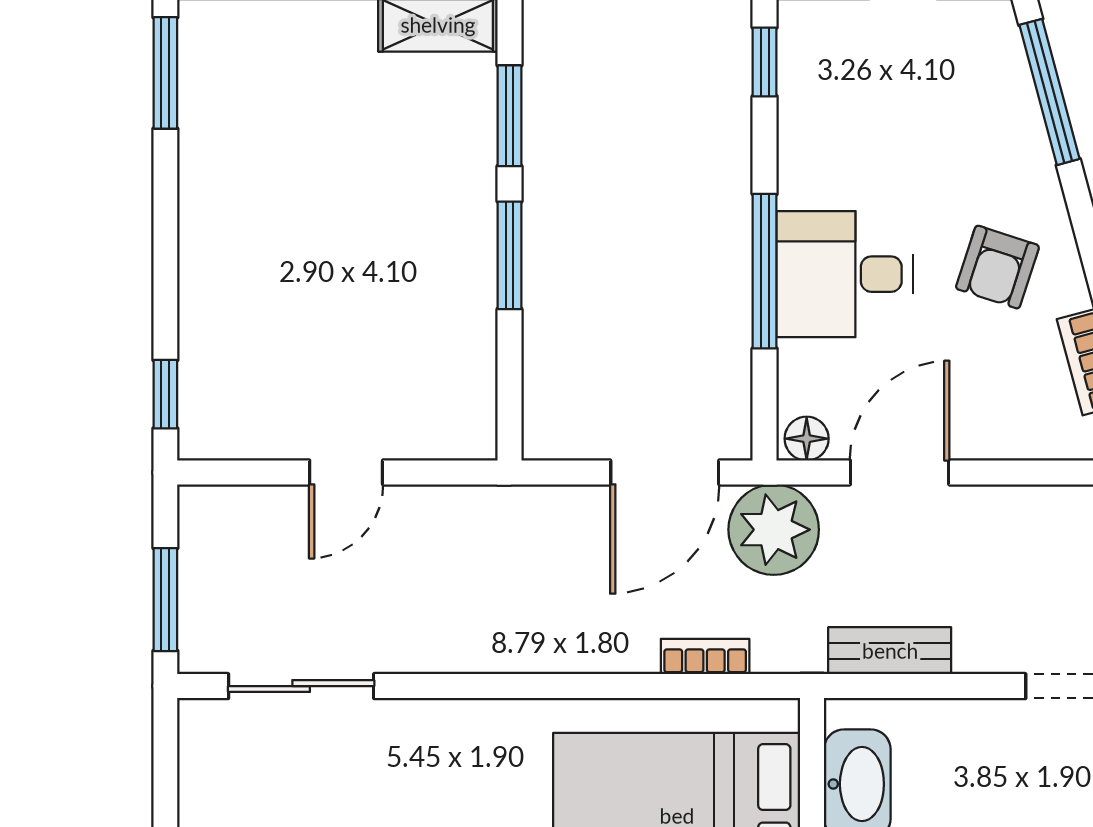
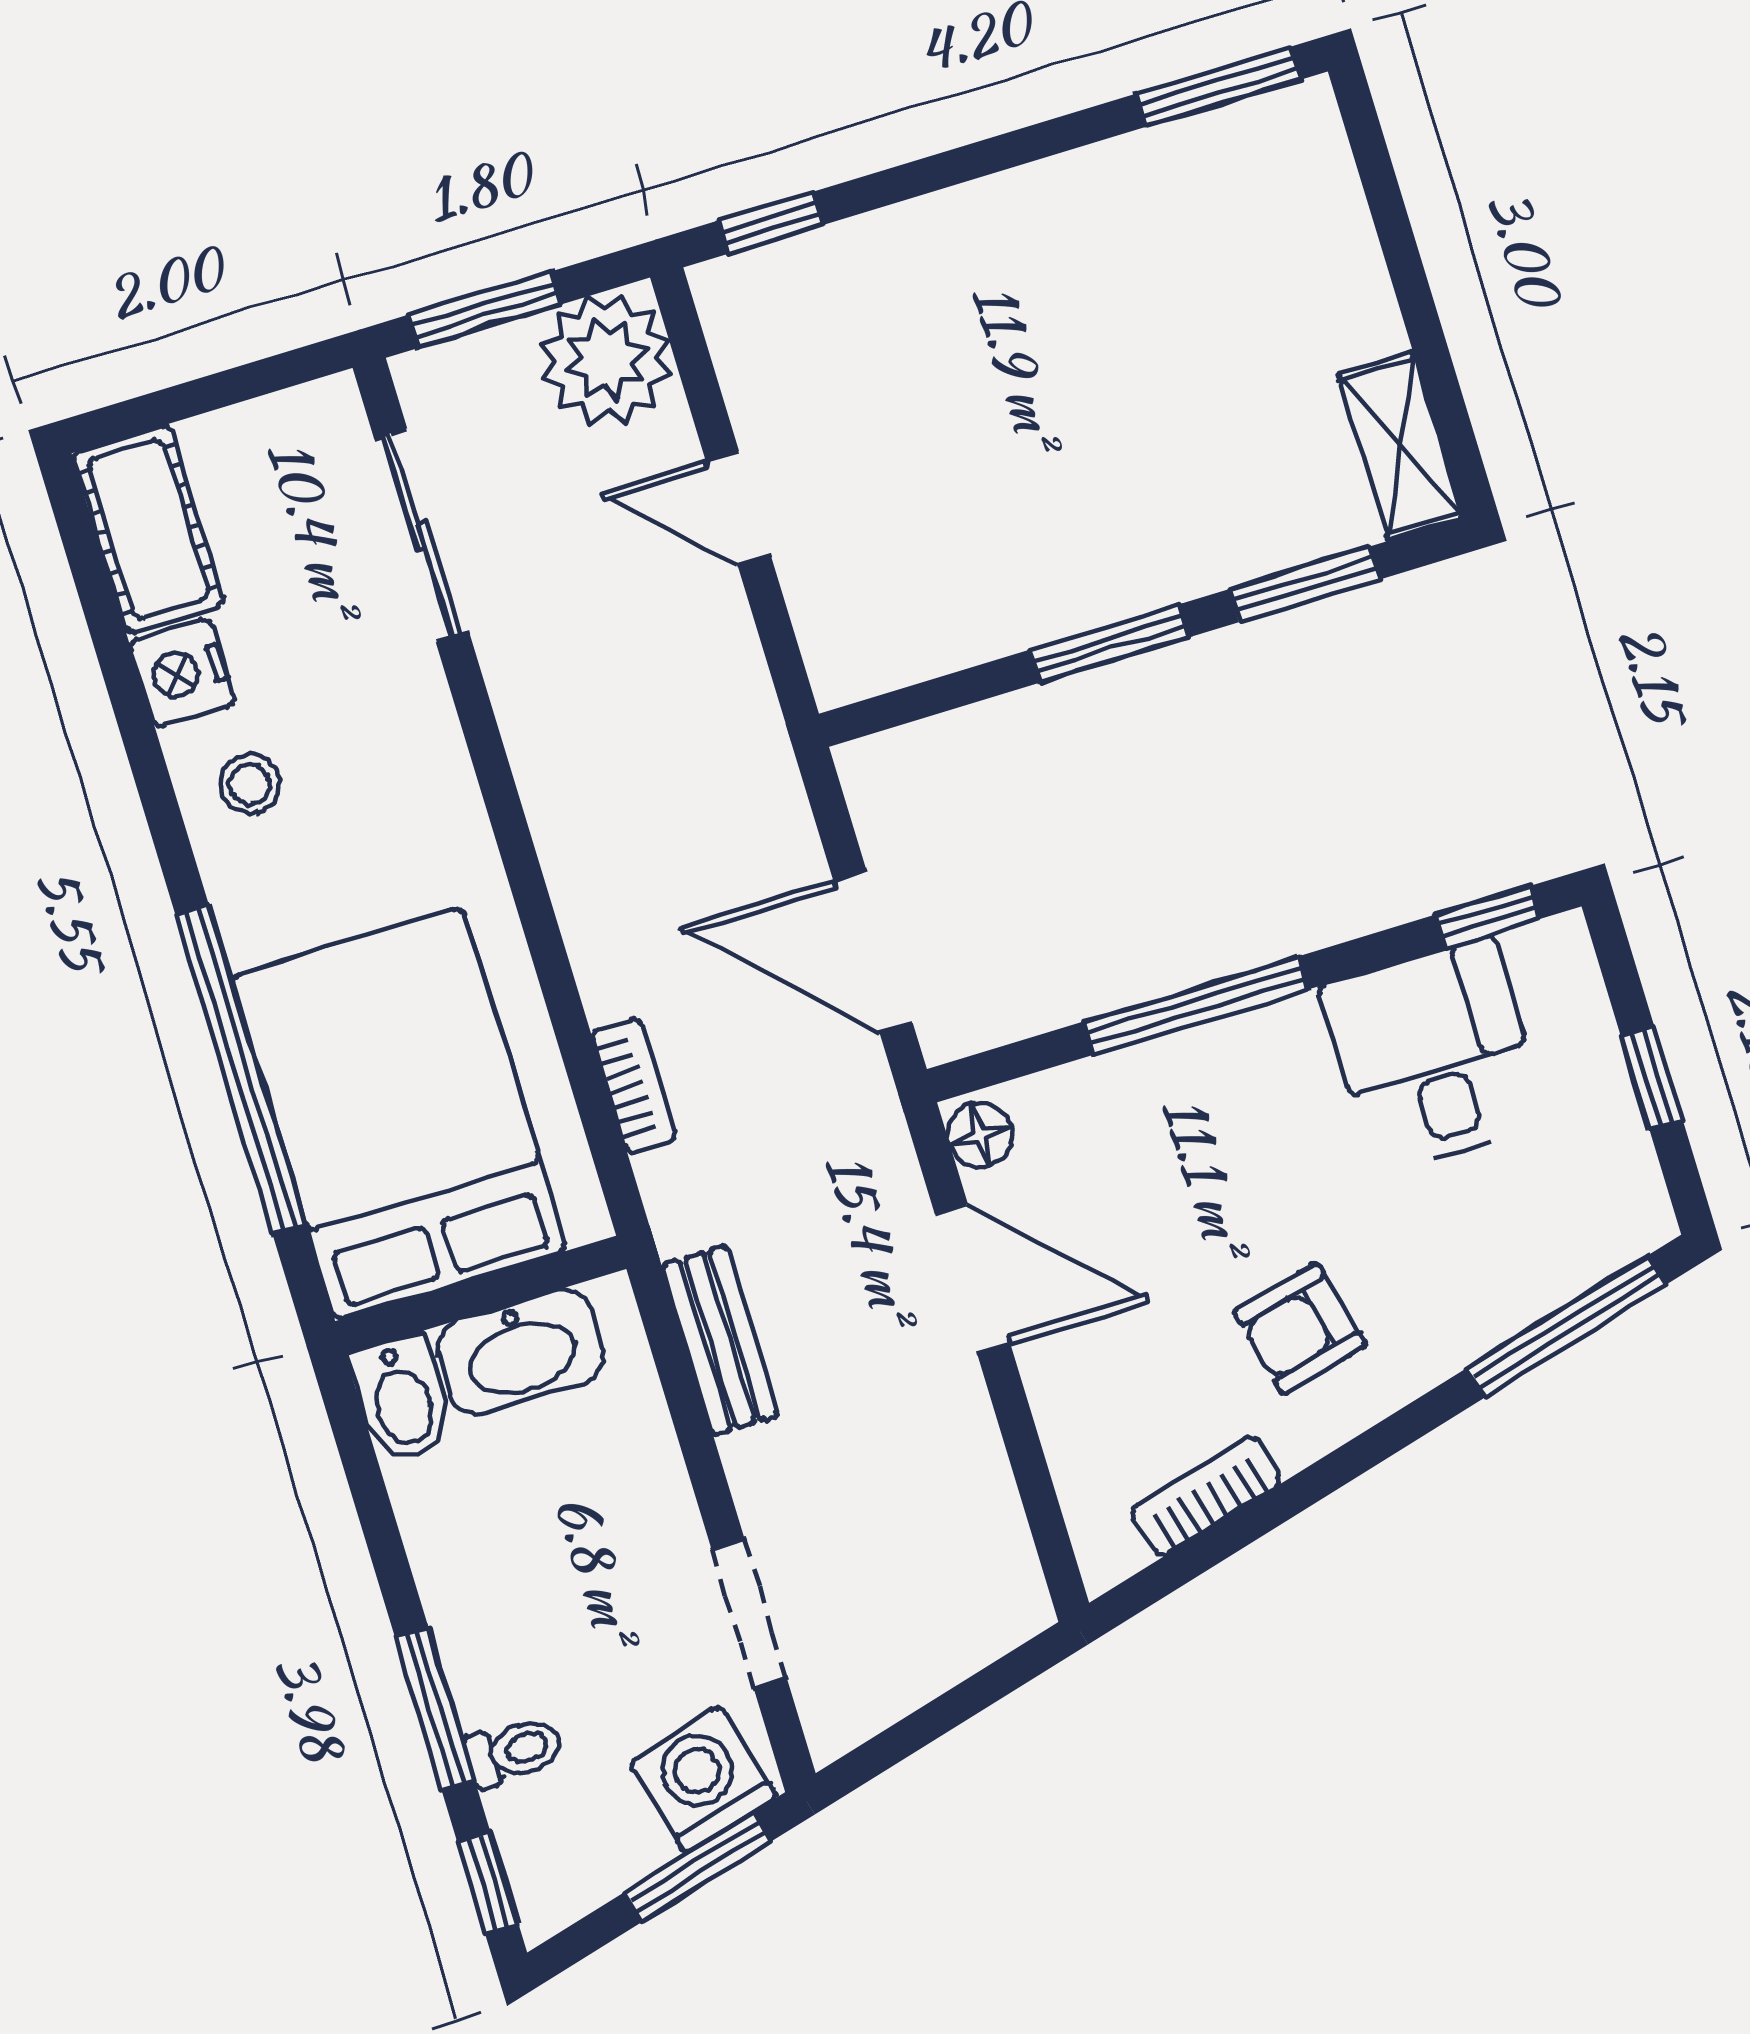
armchair: (997, 267) -> (1300, 1328), turned -32
desk: (845, 274) -> (1433, 1055), moved
plant: (774, 530) -> (606, 360), moved

